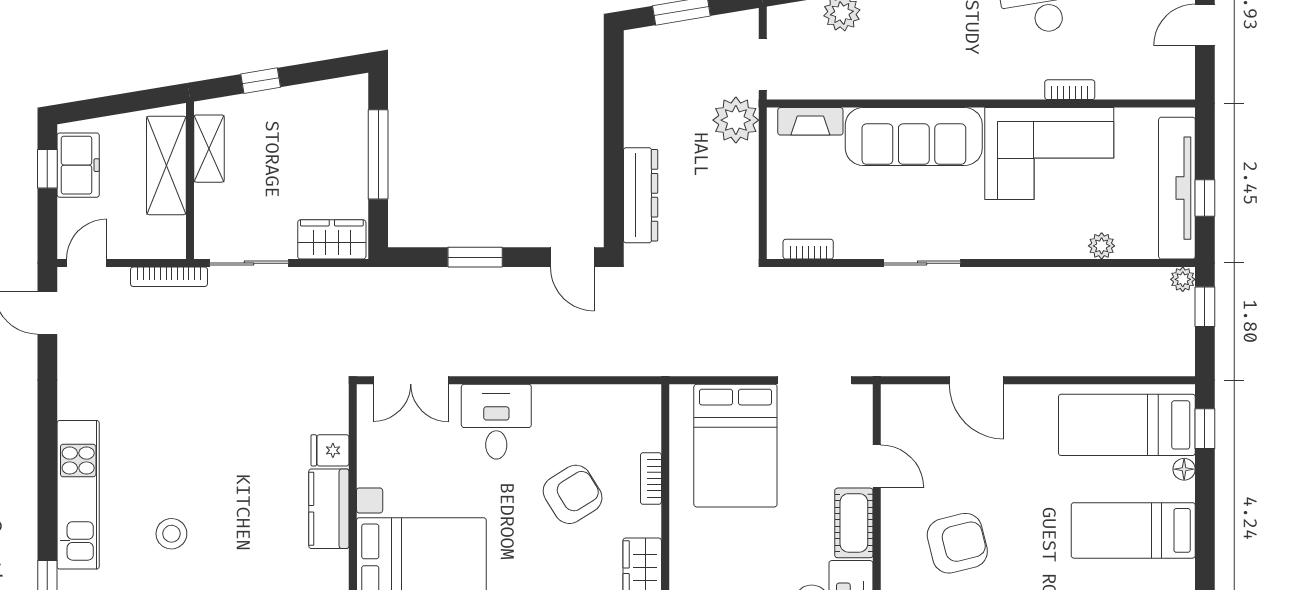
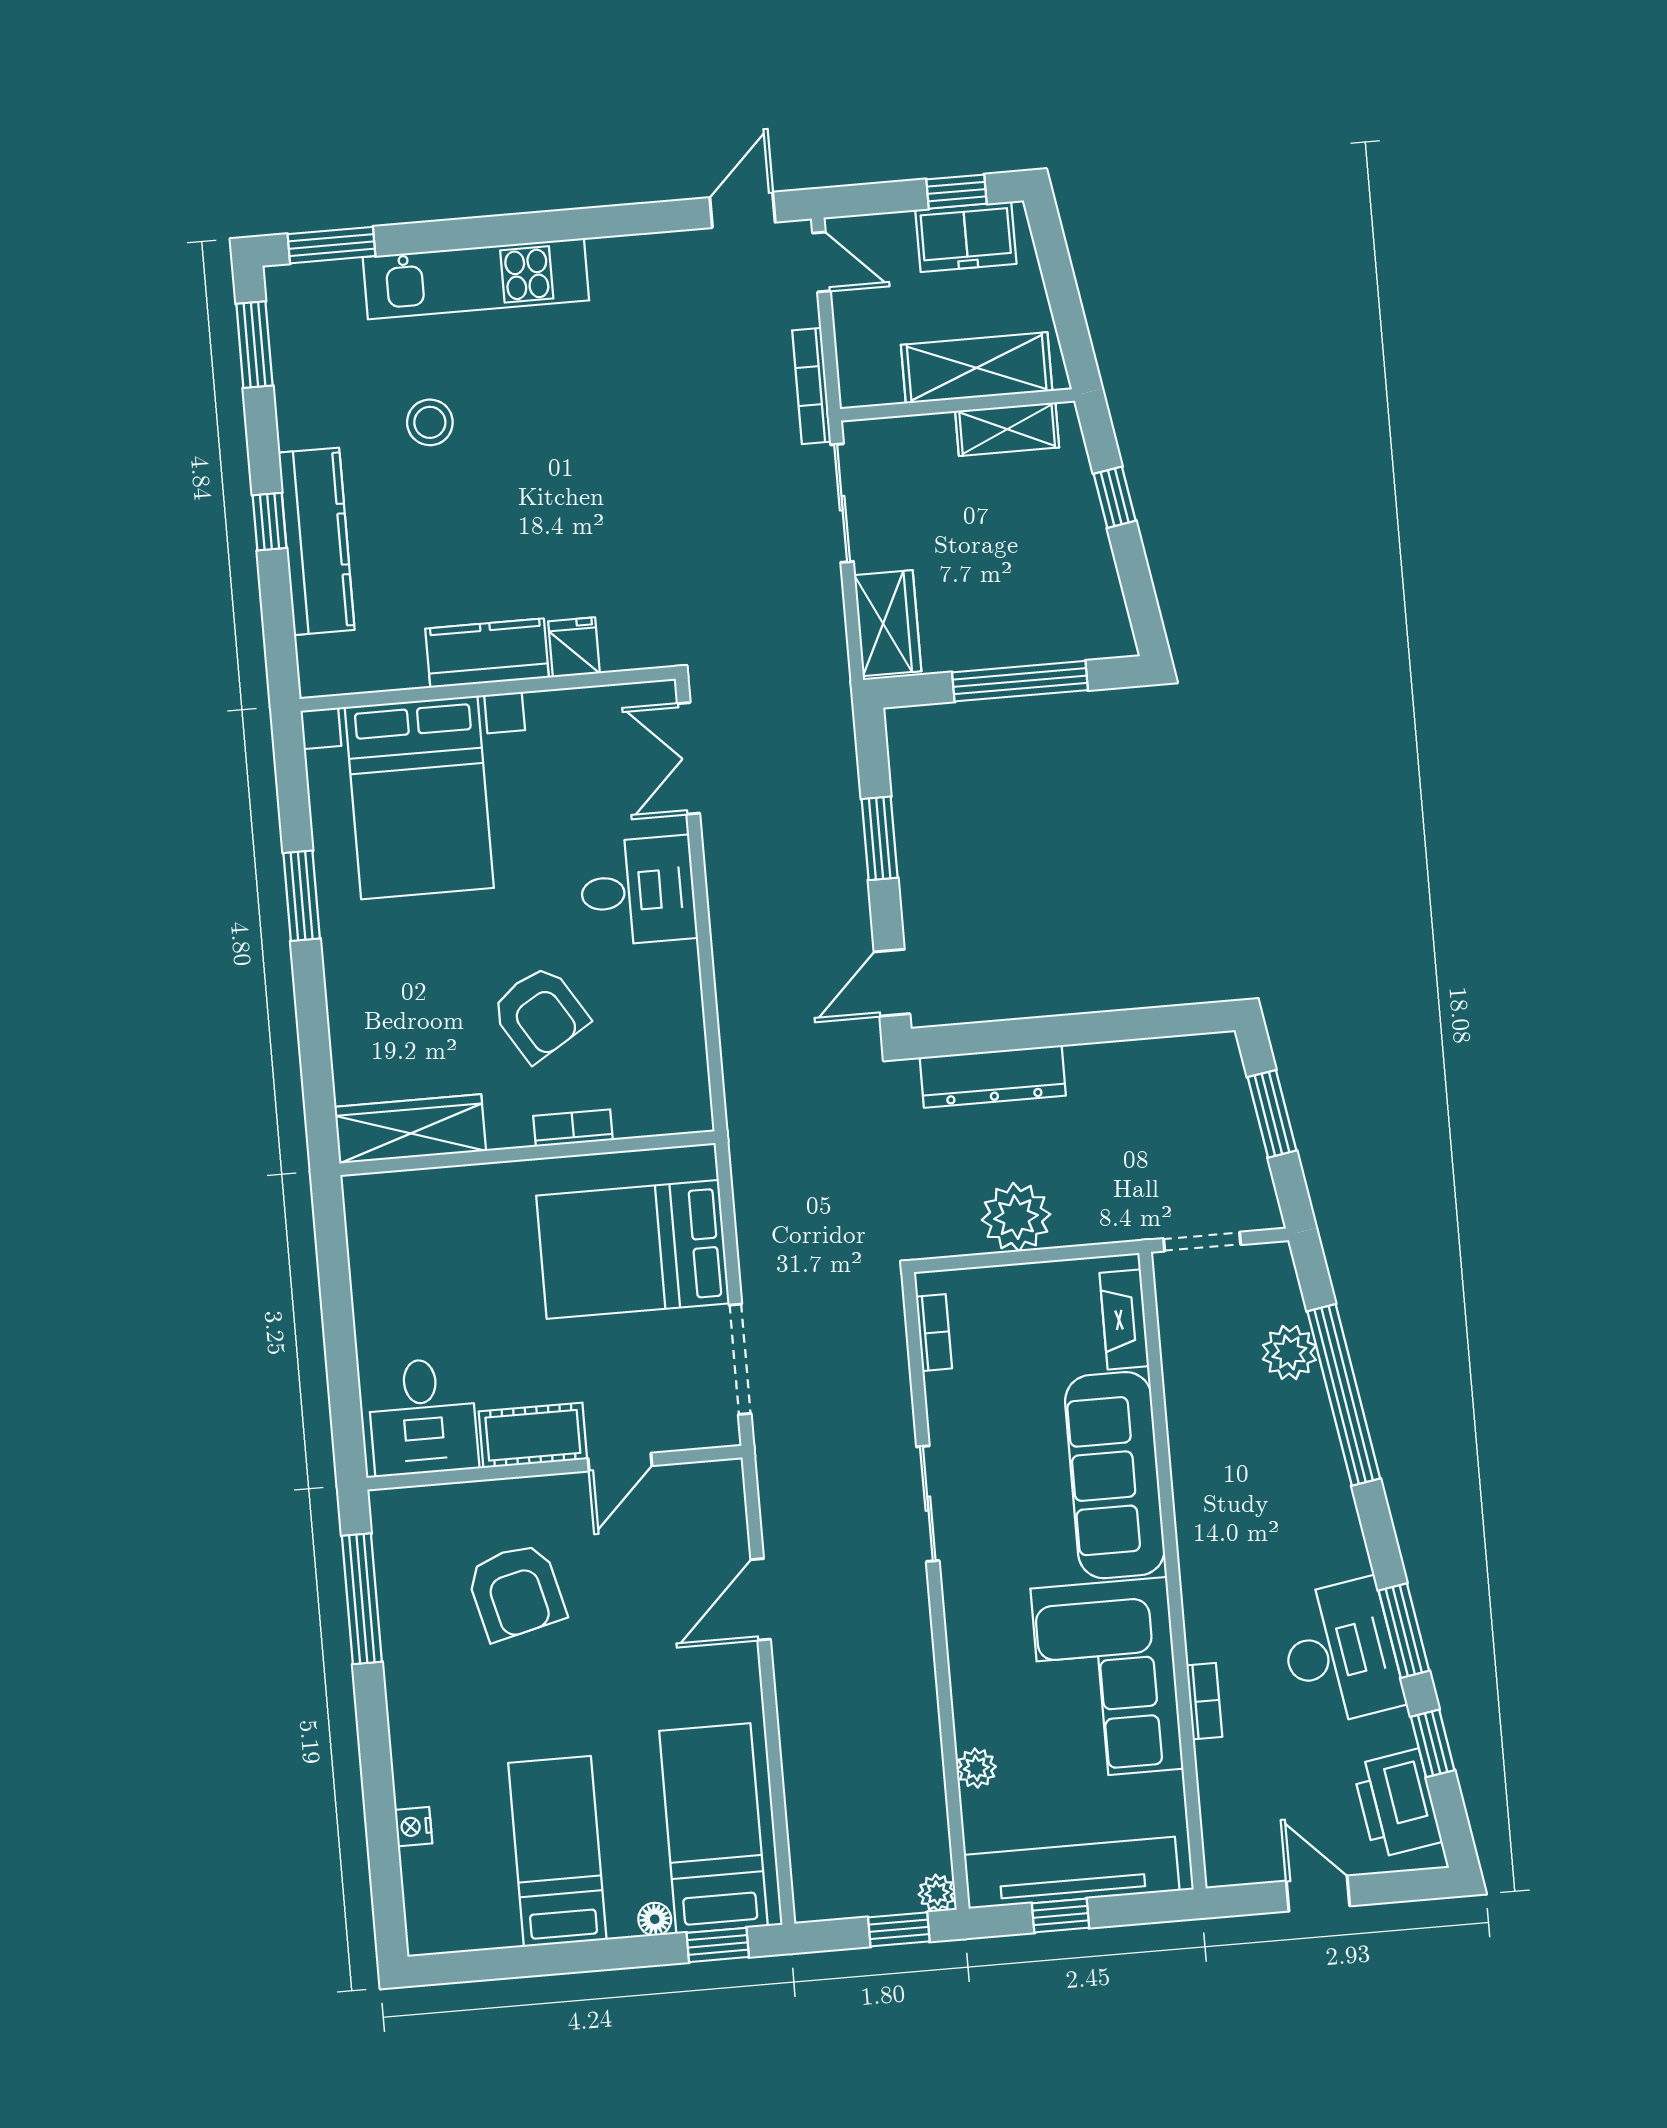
plant: (736, 120) -> (1016, 1217), moved

